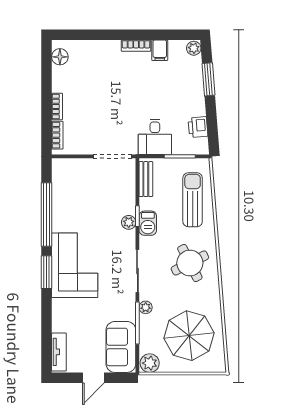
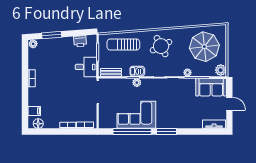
filing cabinet: (160, 50) -> (34, 111), moved
corner sofa: (75, 265) -> (136, 115), moved

